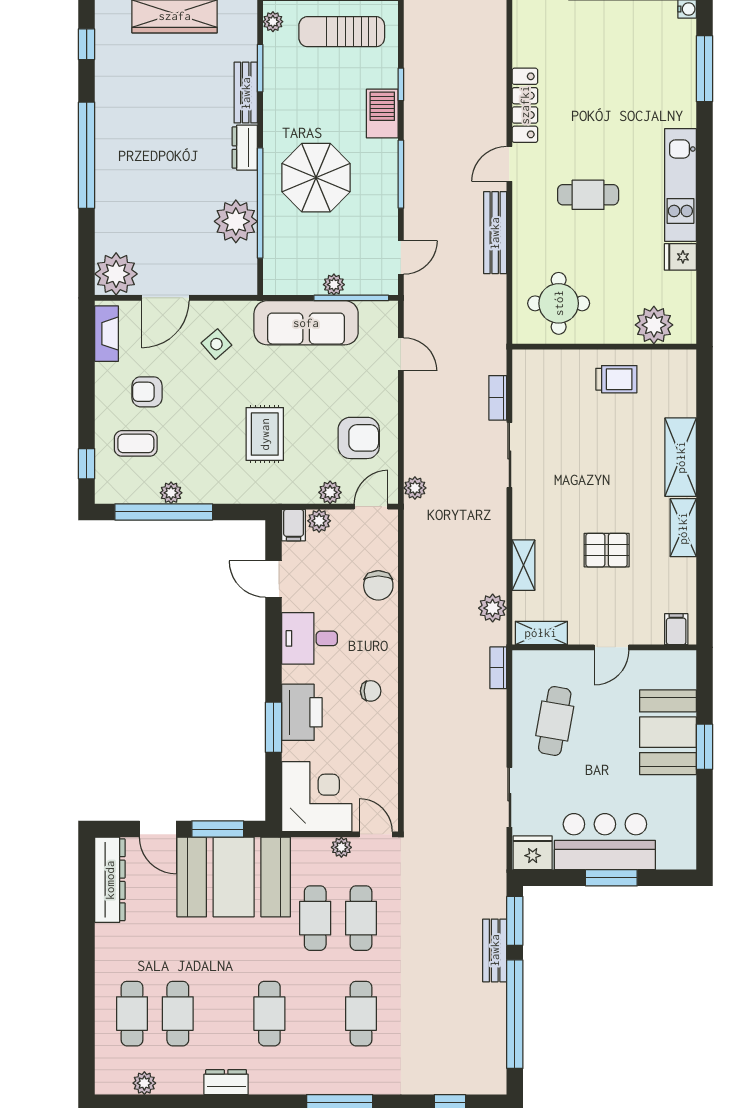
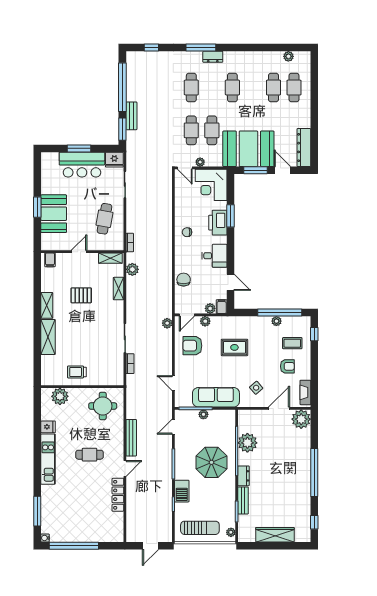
rug: (265, 434) -> (234, 347), turned 90
dresser: (226, 1082) -> (213, 57), moved

